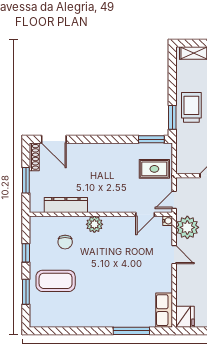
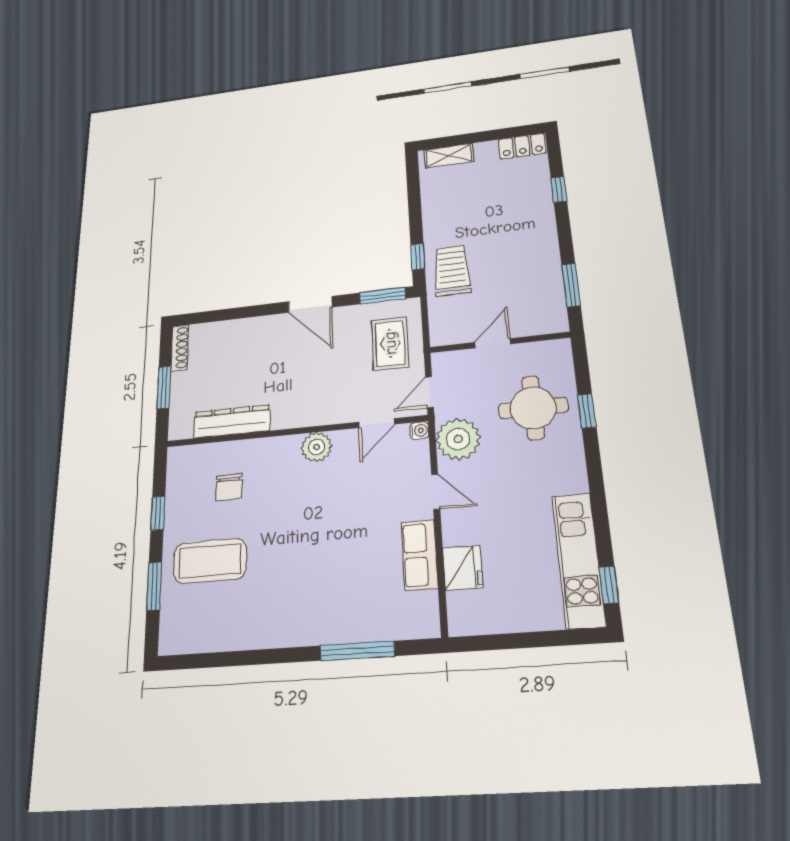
trolley: (191, 107) -> (452, 270), moved
window: (172, 117) -> (418, 257), width x0.67
door: (54, 139) -> (310, 304), moved
rug: (154, 169) -> (390, 343), turned 90
plant: (94, 224) -> (317, 447), moved
row of seats: (164, 310) -> (420, 555), moved
fridge: (185, 317) -> (463, 568), moved

